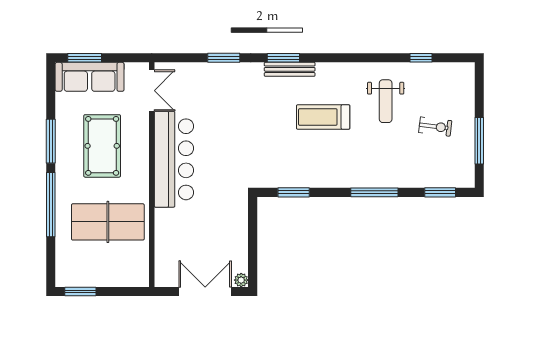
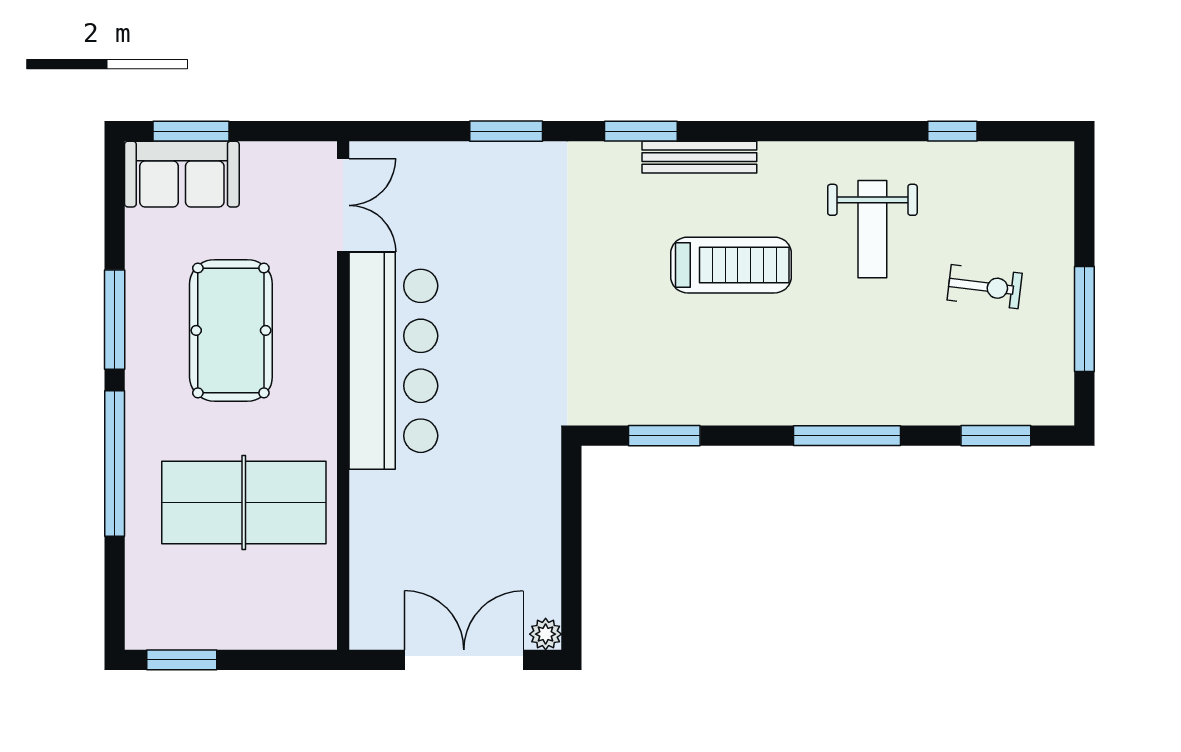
bench: (290, 69) -> (699, 157), moved
sofa: (90, 77) -> (182, 174), width x0.73
treadmill: (323, 117) -> (731, 265), turned 180

